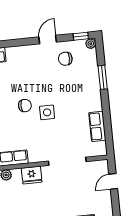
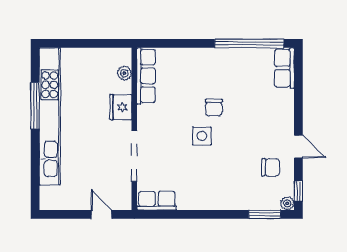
chair: (65, 59) -> (271, 167), turned 91
window: (103, 77) -> (265, 214), moved
row of seats: (97, 126) -> (157, 201), moved

